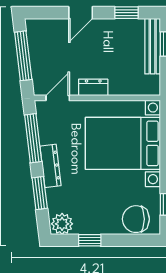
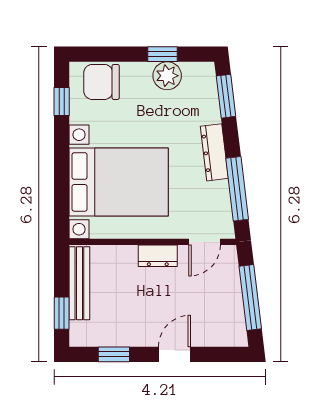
bench: (153, 46) -> (79, 283), moved
window: (40, 193) -> (226, 96), moved
chair: (136, 219) -> (101, 82), turned 180
plant: (62, 224) -> (167, 76), moved

